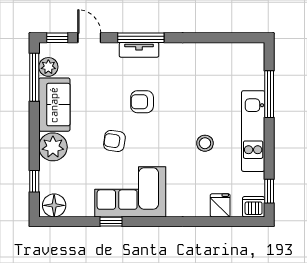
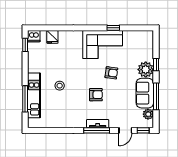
door: (89, 38) -> (125, 130), hinge flipped
window: (34, 77) -> (156, 96), moved
kitchen unit: (253, 131) -> (34, 95), moved
stool: (205, 143) -> (60, 86), moved
window: (34, 181) -> (156, 65), moved
floor lamp: (54, 205) -> (145, 37), removed

